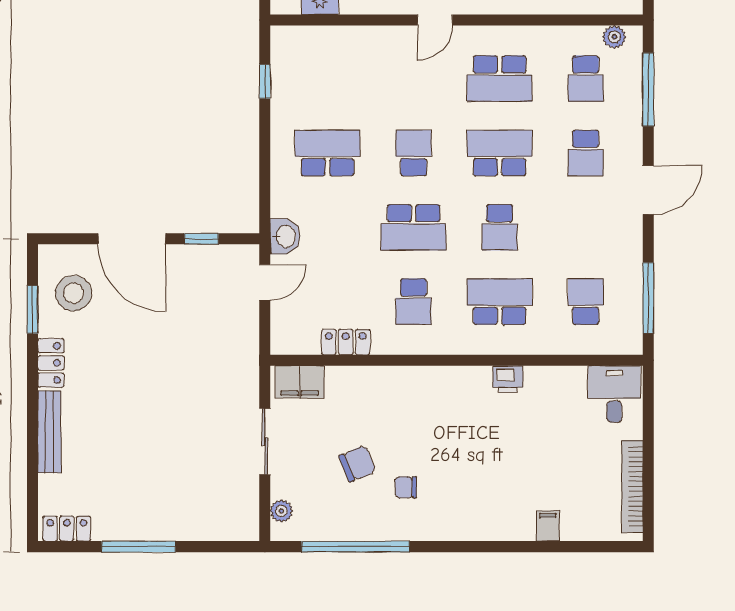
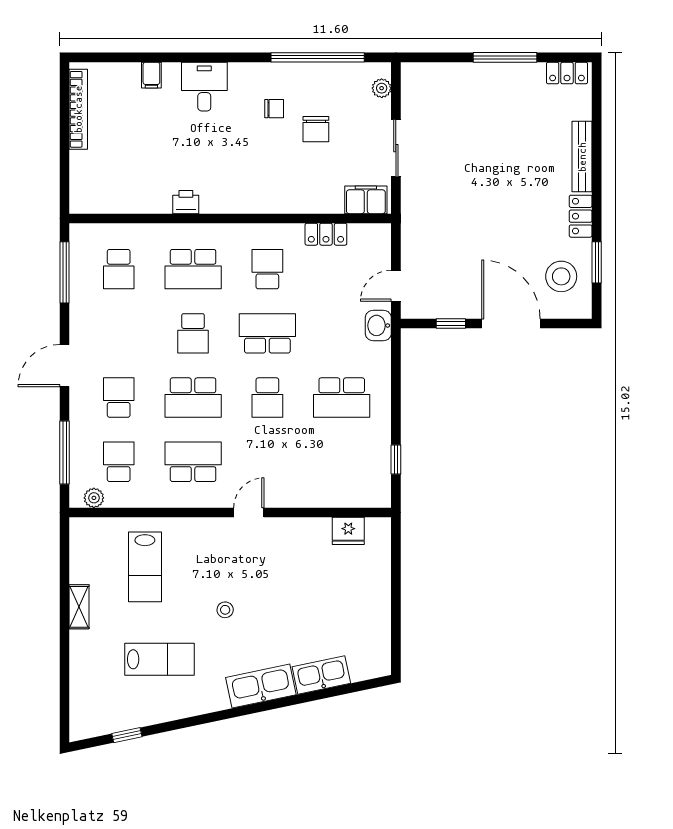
school desk: (500, 227) -> (193, 333), turned 180
desk: (614, 394) -> (204, 87), moved, turned 180
chair: (357, 464) -> (316, 129), turned -68

